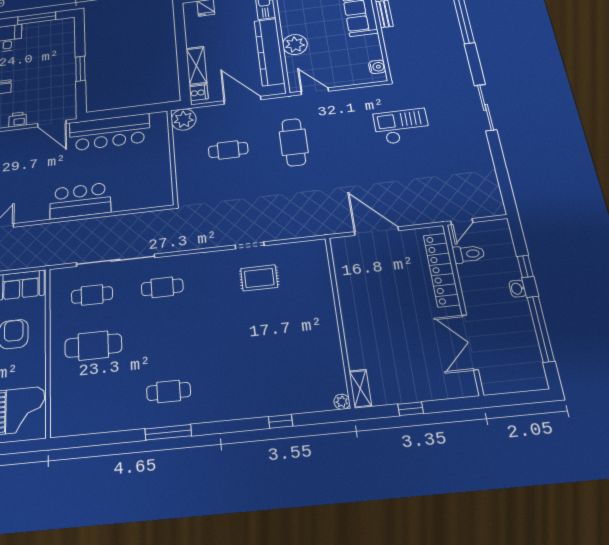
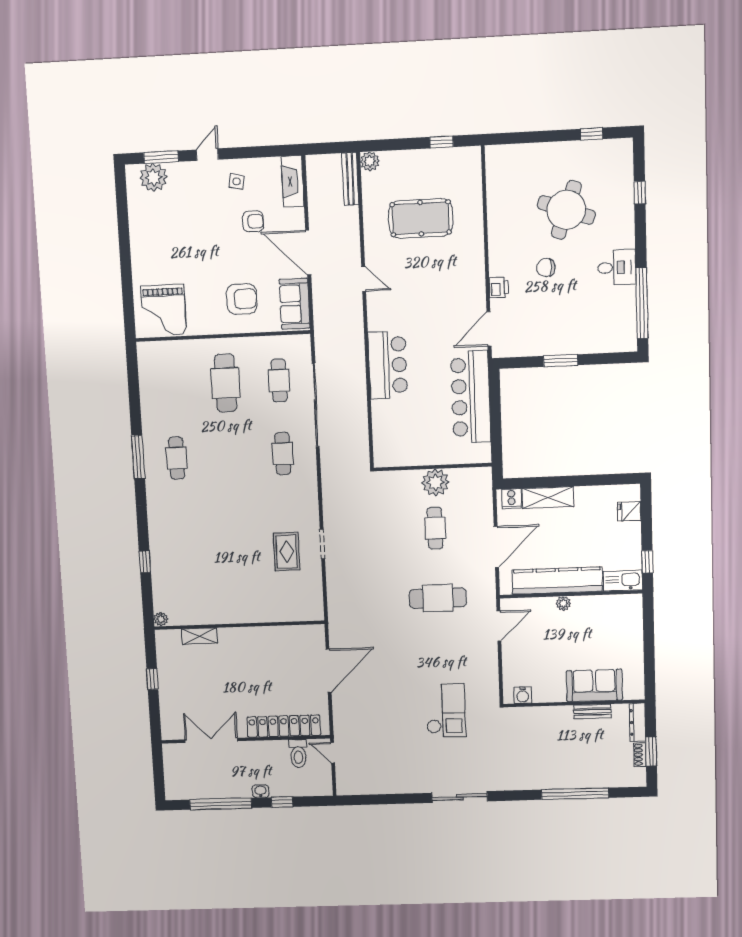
window: (37, 18) -> (642, 303), width x1.46
plant: (295, 45) -> (563, 604), width x0.53, depth x0.53
plant: (184, 119) -> (435, 482), moved
shelving: (360, 389) -> (199, 636), moved

